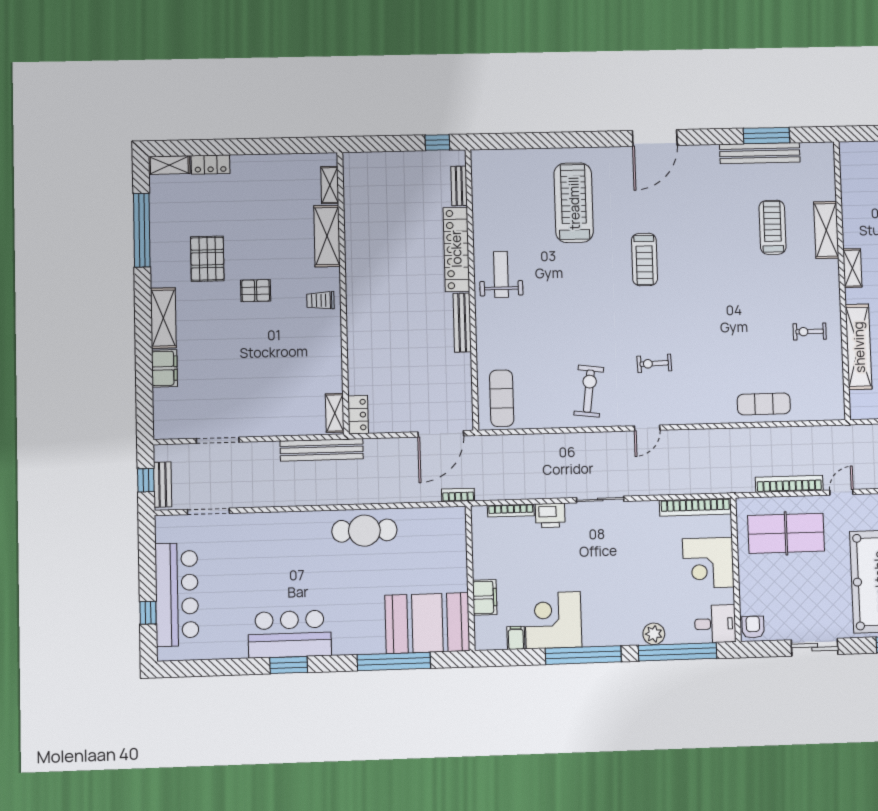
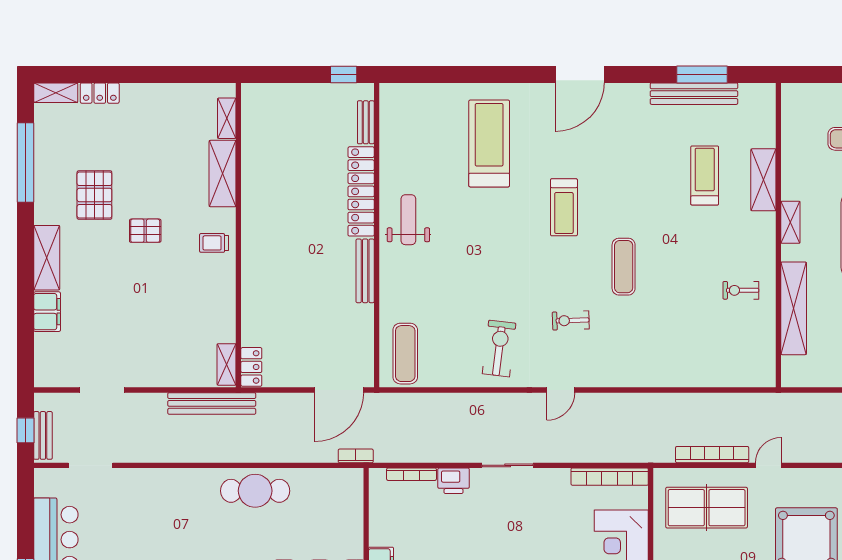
exercise mat: (764, 404) -> (624, 267), moved, turned 90

